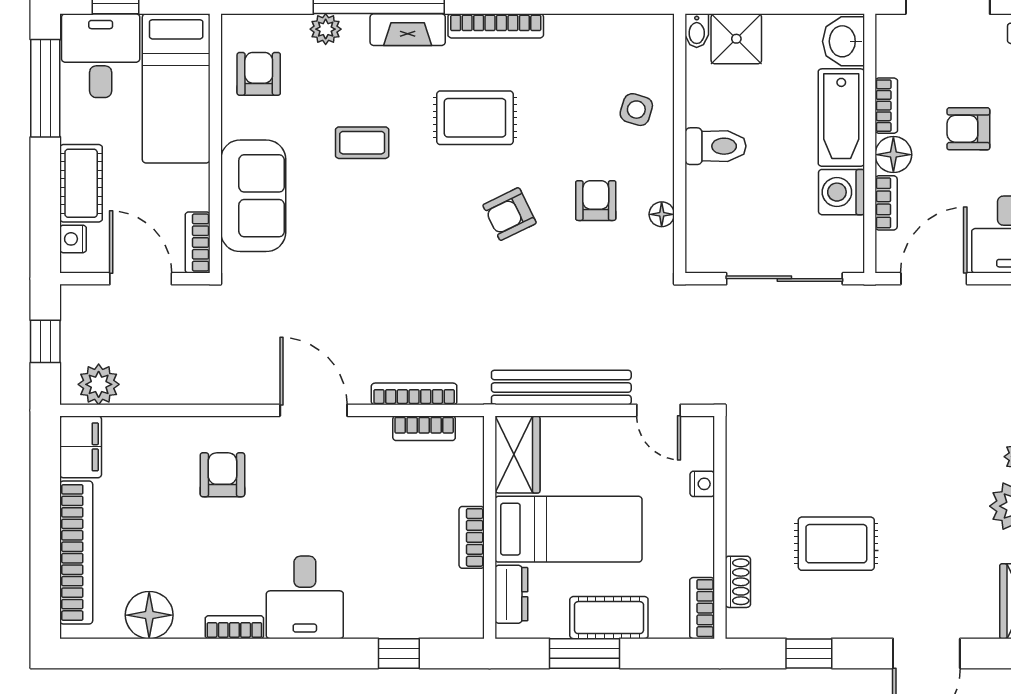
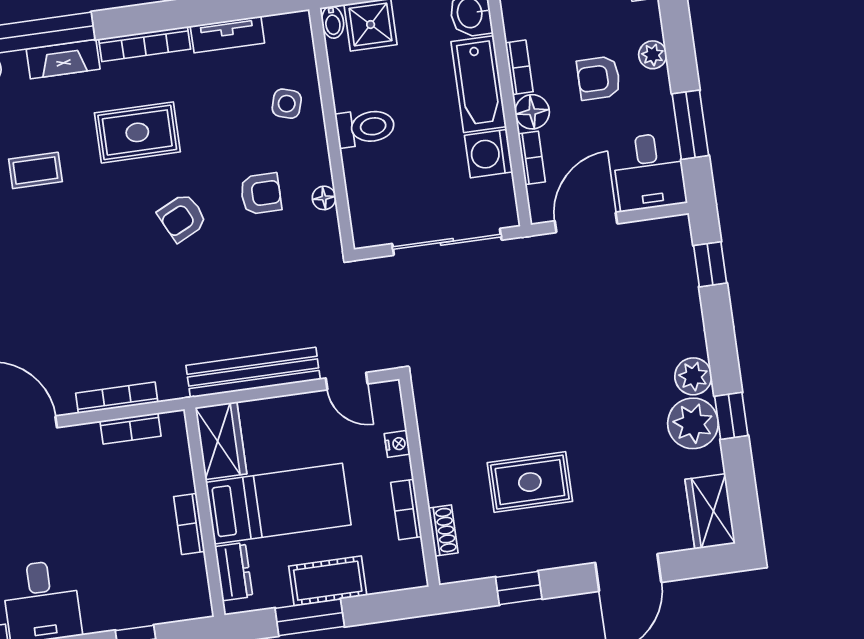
tv unit: (584, 28) -> (227, 35), added
armchair: (596, 201) -> (261, 194), turned 90
bookcase: (702, 608) -> (406, 510), moved

